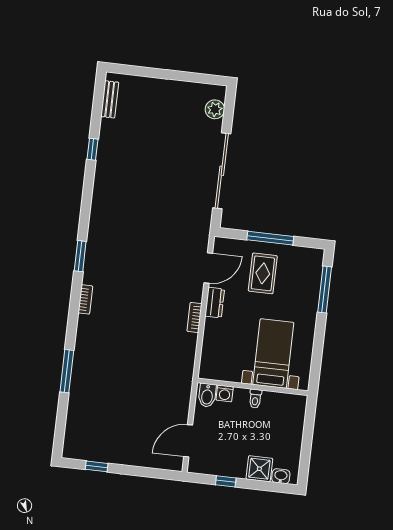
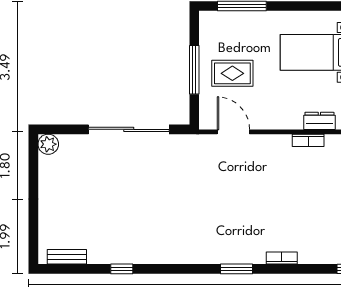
plant: (215, 109) -> (48, 144), moved
dresser: (215, 303) -> (319, 121), moved
bookcase: (194, 317) -> (308, 140), moved

